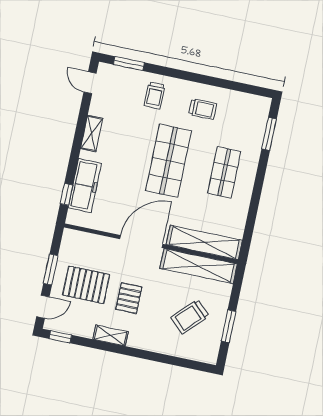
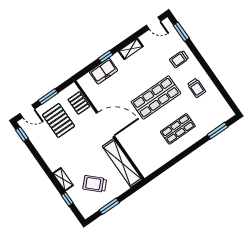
door: (90, 83) -> (153, 23), swing flipped
freezer: (85, 185) -> (104, 71), width x0.71
window: (67, 194) -> (106, 57), moved
shelving: (204, 242) -> (136, 154), removed
pallet: (129, 298) -> (79, 103), moved, turned 90
shelving: (111, 335) -> (63, 179), moved
window: (176, 361) -> (67, 199), added

